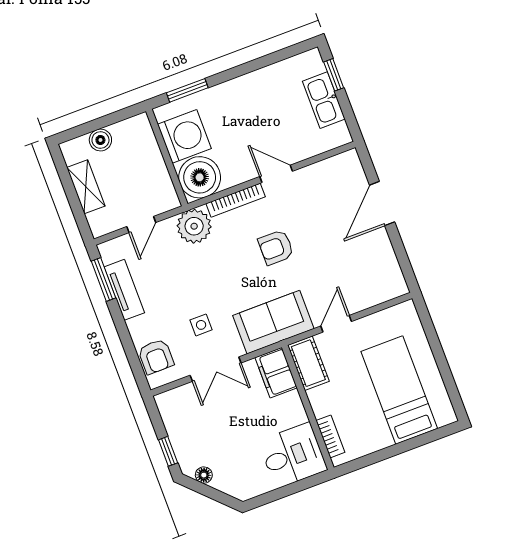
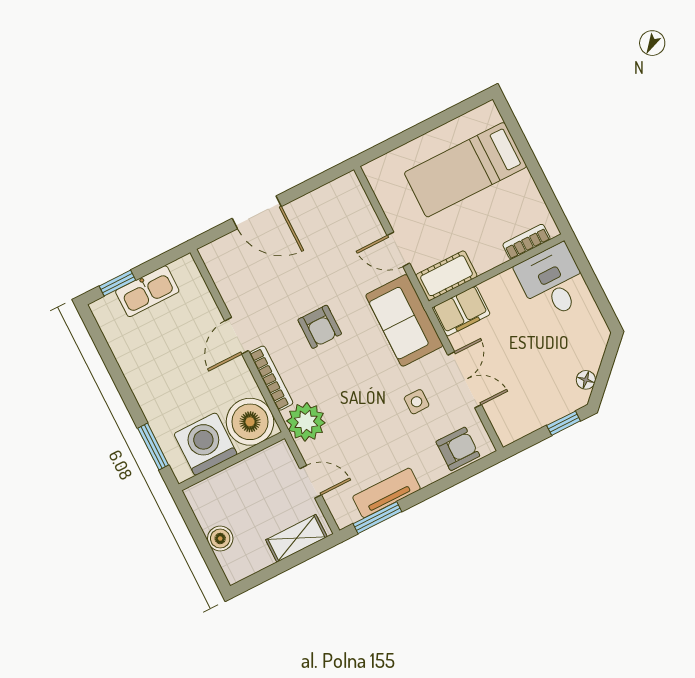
shelving: (86, 187) -> (296, 538), moved

